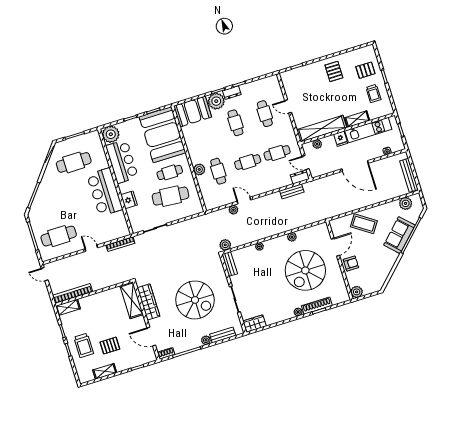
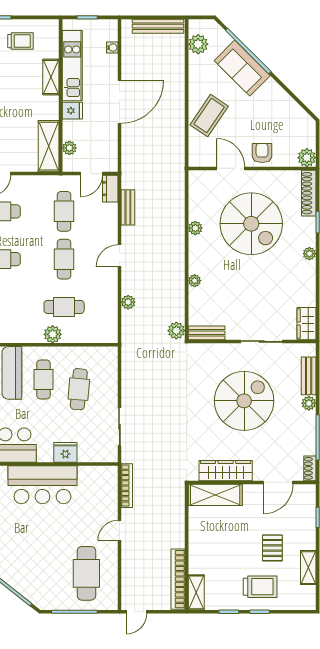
shelving: (322, 129) -> (49, 146), width x0.68
cafe table: (170, 196) -> (79, 389), width x0.73, depth x0.74
door: (244, 201) -> (119, 256), moved
shoe rack: (317, 306) -> (309, 193), moved

